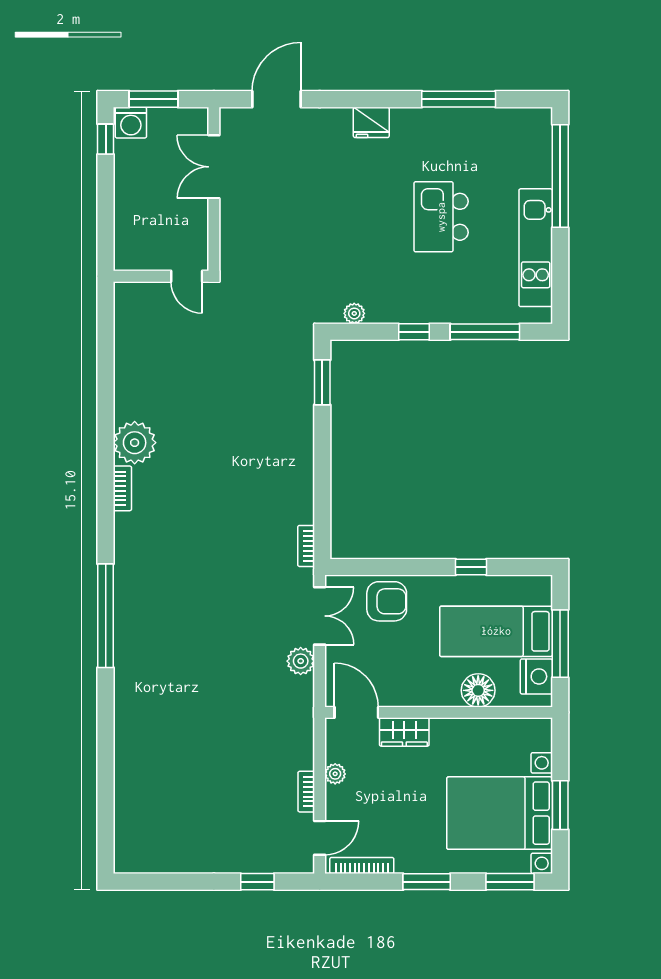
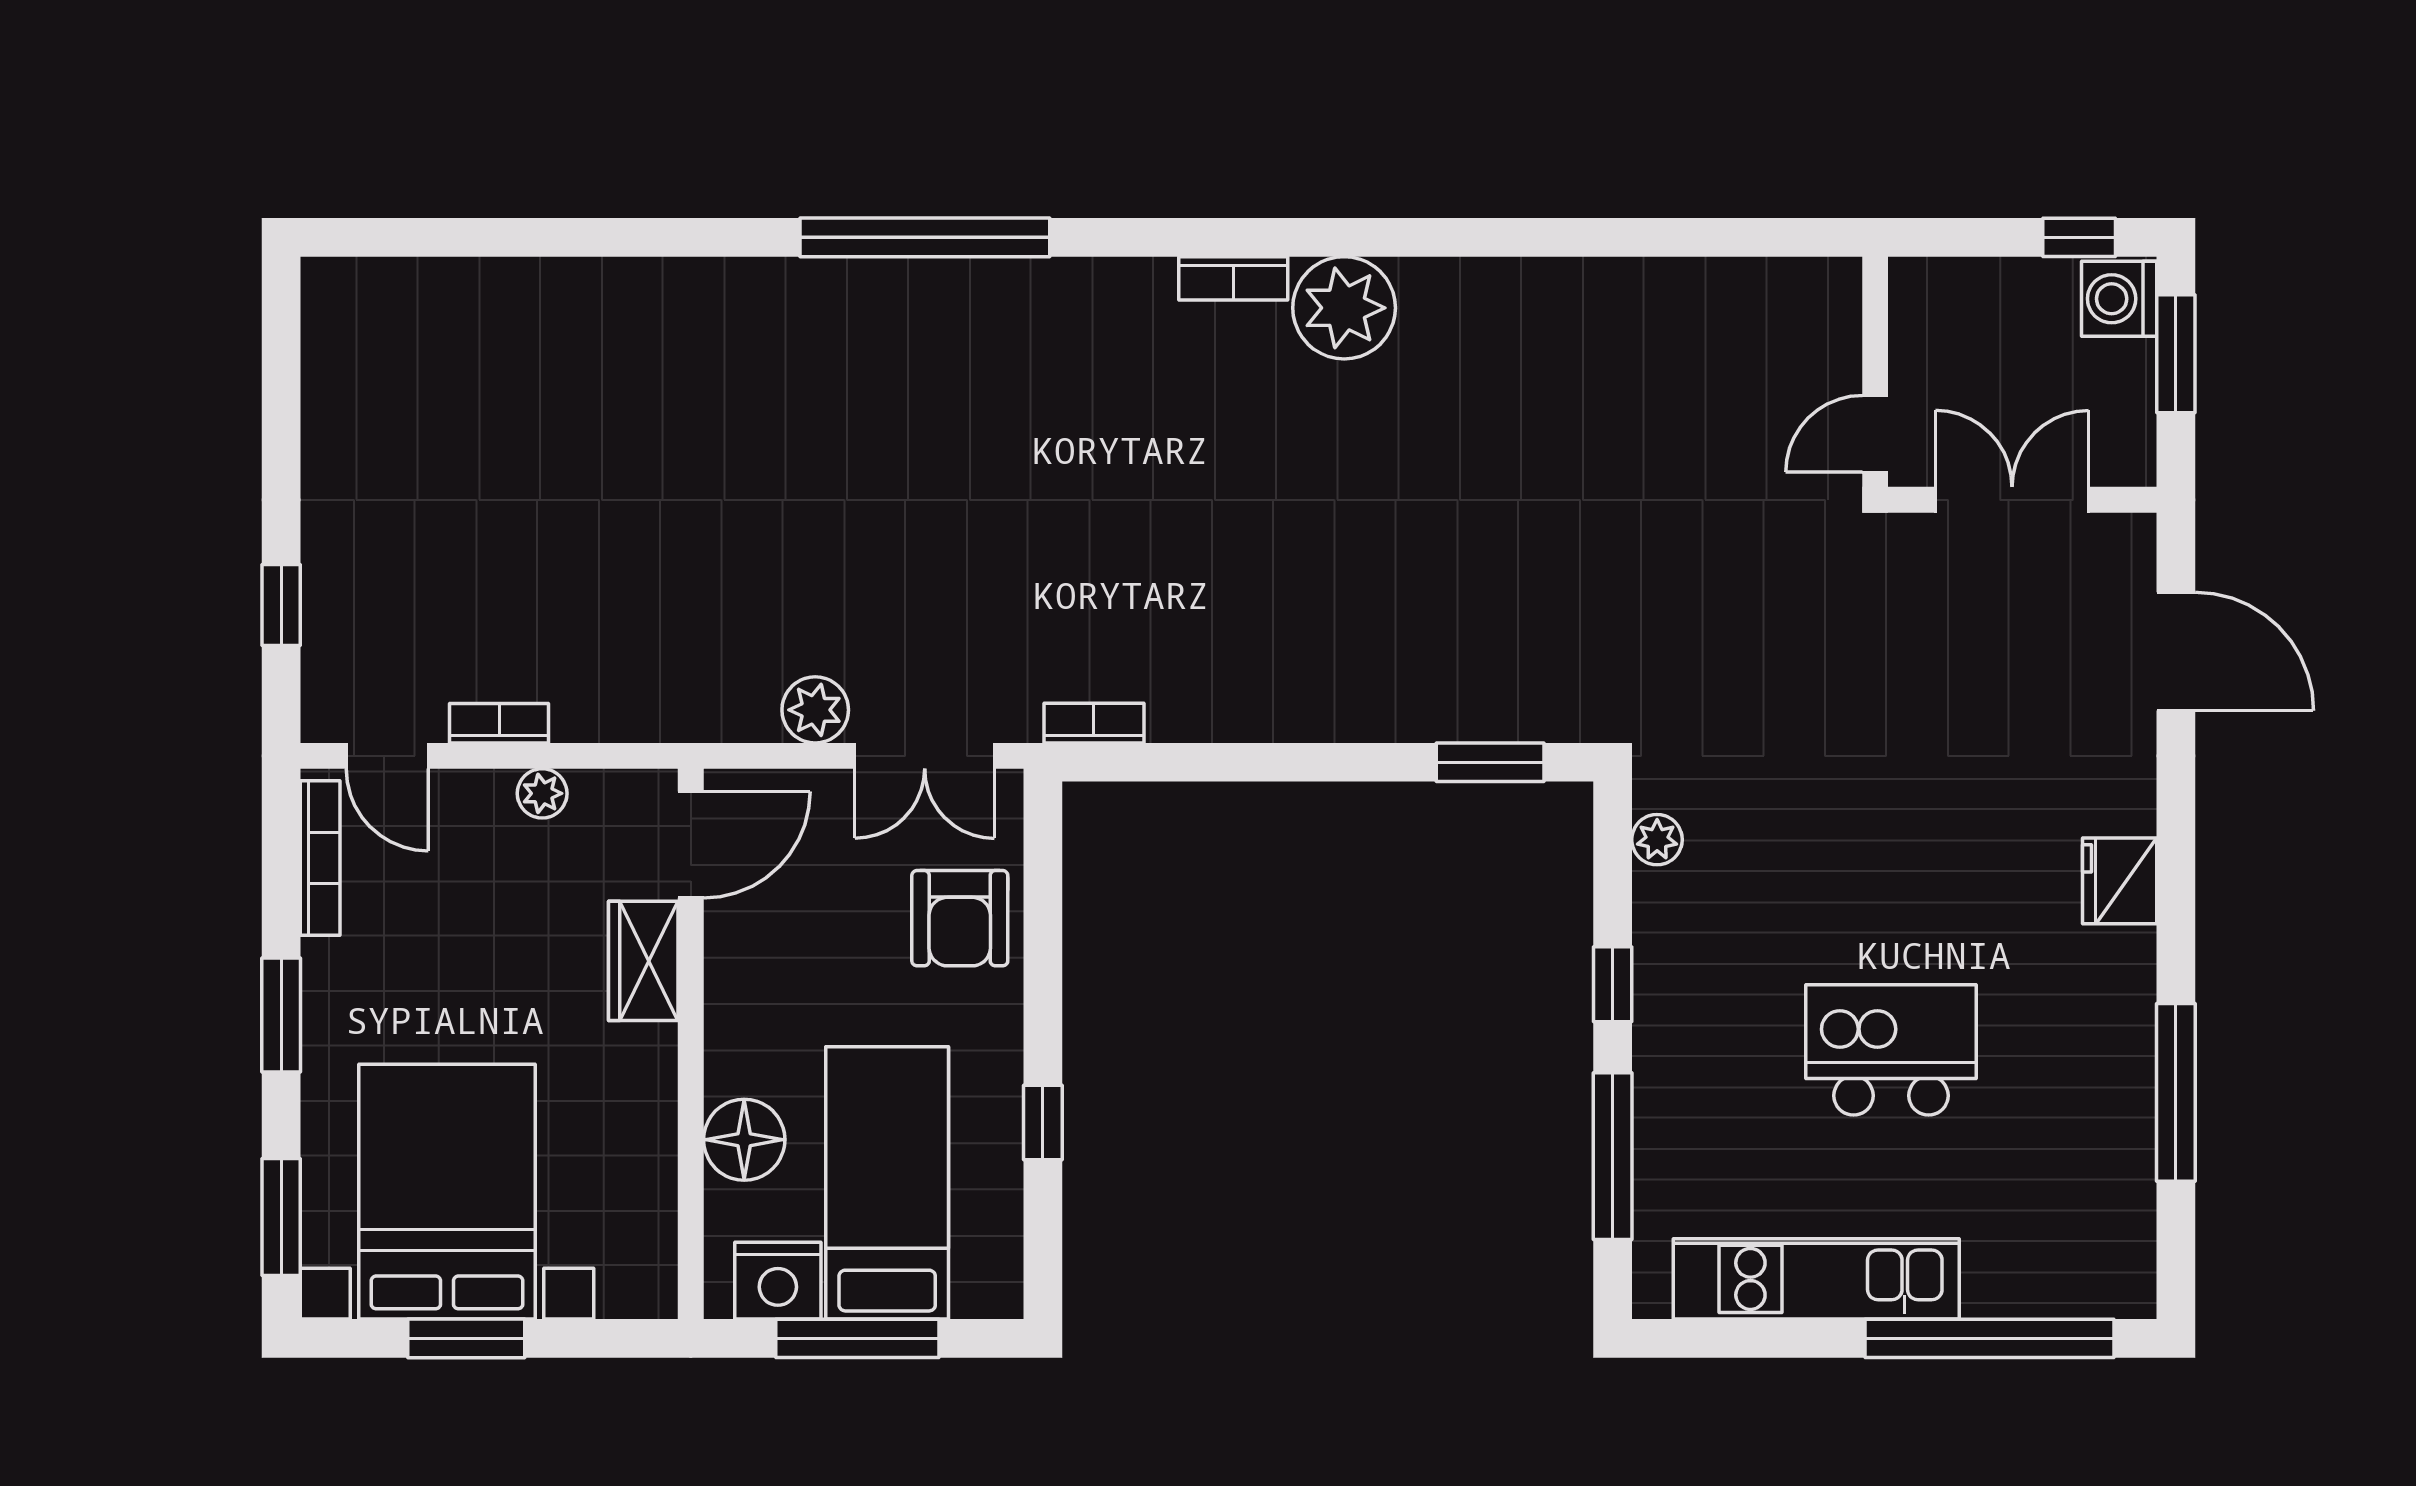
wall: (161, 276) -> (1875, 372), moved
door: (187, 276) -> (1875, 434), moved

